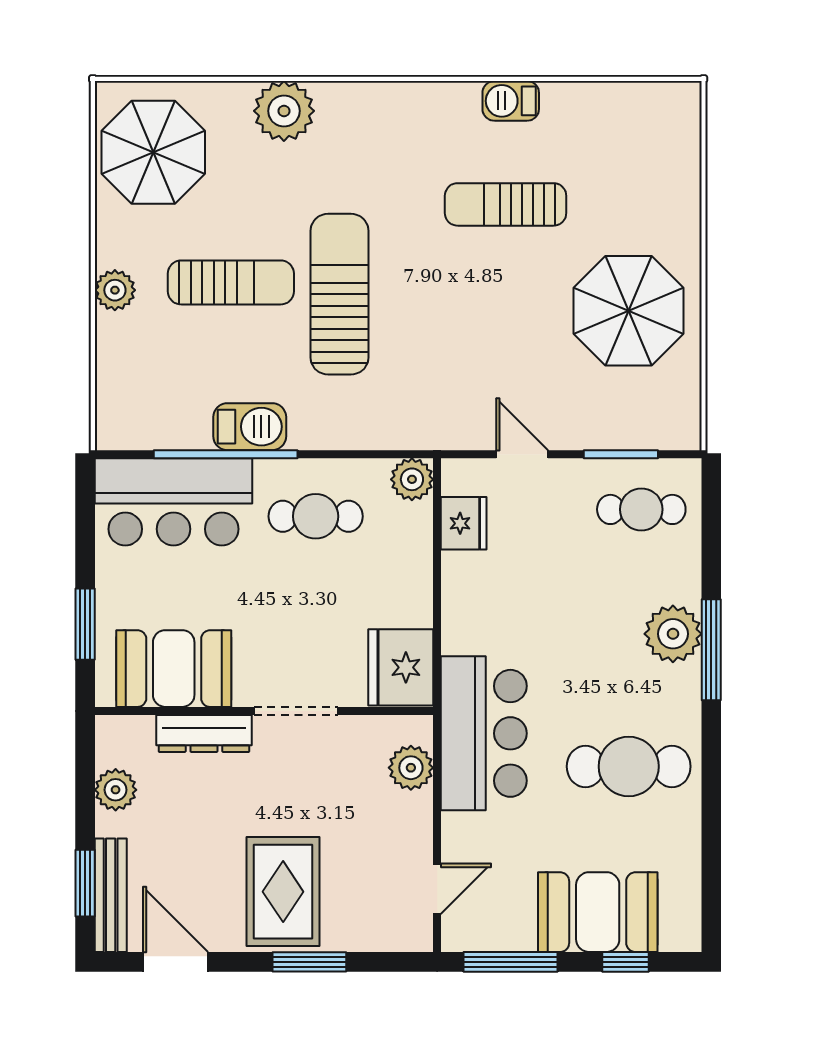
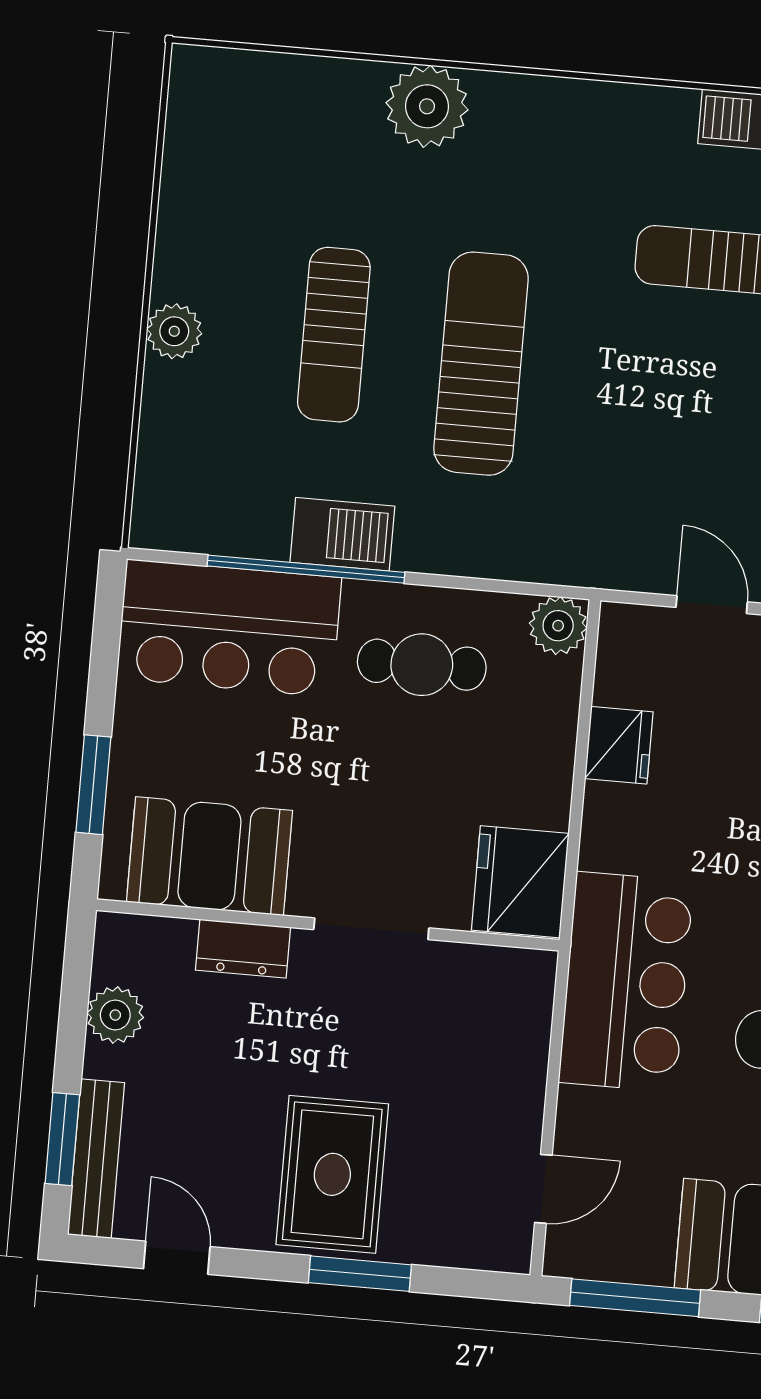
parasol: (153, 152) -> (243, 147), removed
sun lounger: (231, 282) -> (334, 335), turned 90
fridge: (464, 523) -> (619, 745), moved
dresser: (204, 734) -> (243, 949), width x0.70
plant: (411, 768) -> (522, 1020), removed
door: (176, 962) -> (177, 1258), width x0.73

